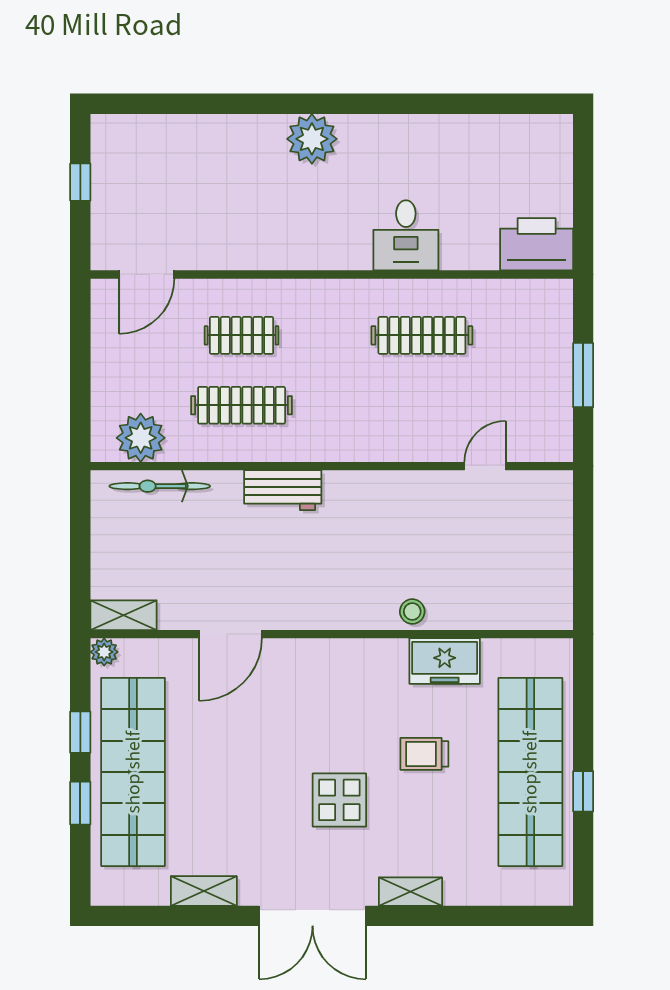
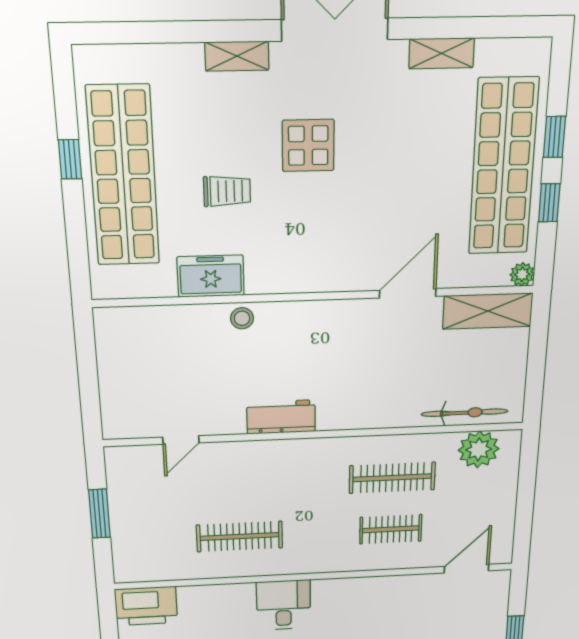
desk: (406, 235) -> (283, 605), moved
workbench: (283, 490) -> (281, 417), moved
shelving: (124, 615) -> (488, 311), width x1.50, depth x1.33

